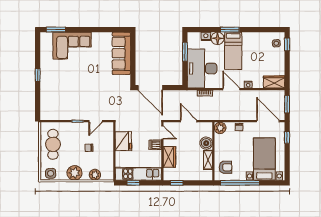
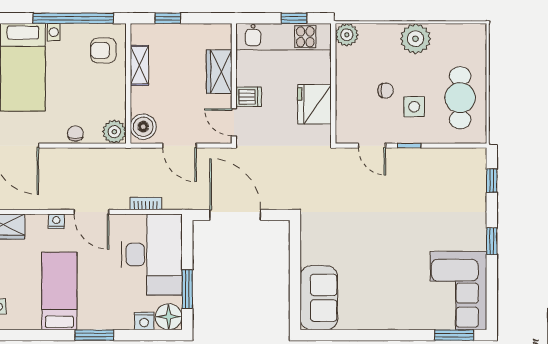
floor lamp: (218, 38) -> (169, 317), moved
corner sofa: (72, 46) -> (459, 291), moved, turned -90
bed: (233, 51) -> (59, 291), moved
sofa: (121, 53) -> (319, 298), width x0.73
door: (150, 88) -> (235, 215), moved
window: (38, 104) -> (492, 181), added
door: (96, 121) -> (372, 146), swing flipped
boiler: (206, 143) -> (143, 127), moved
side table: (51, 173) -> (414, 107), moved
plant: (95, 175) -> (347, 35), moved
window: (177, 183) -> (168, 18), moved

